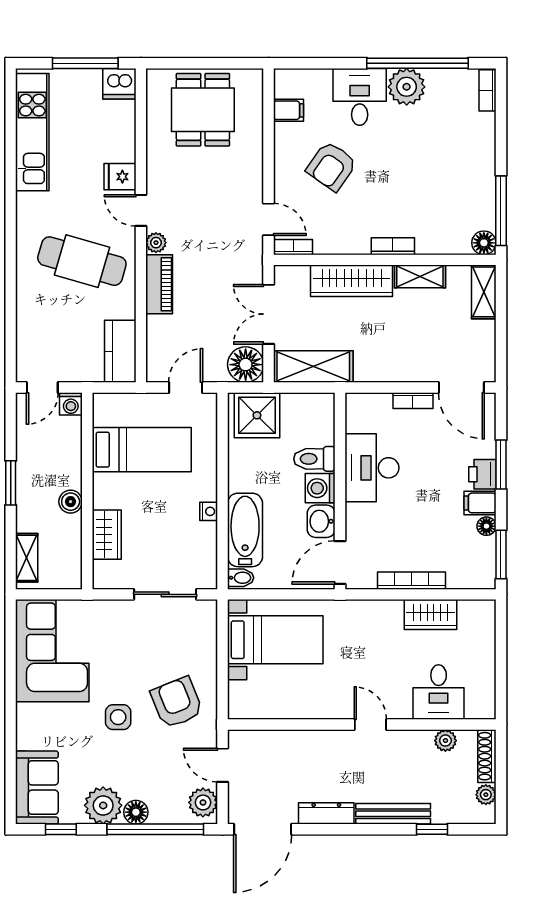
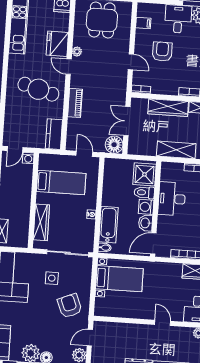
armchair: (332, 166) -> (162, 52), turned 145
fridge: (120, 177) -> (57, 44), width x1.88, depth x1.34
door: (269, 219) -> (131, 62), moved
plant: (156, 243) -> (77, 52), moved
shelving: (313, 367) -> (176, 150), moved
door: (186, 388) -> (84, 154), hinge flipped
shower: (257, 415) -> (144, 174), moved
boiler: (71, 502) -> (25, 205), removed
wardrobe: (107, 535) -> (41, 222), width x1.50
sliding door: (165, 594) -> (68, 253), width x1.37
side table: (118, 717) -> (52, 278), moved
door: (223, 765) -> (90, 338), hinge flipped

